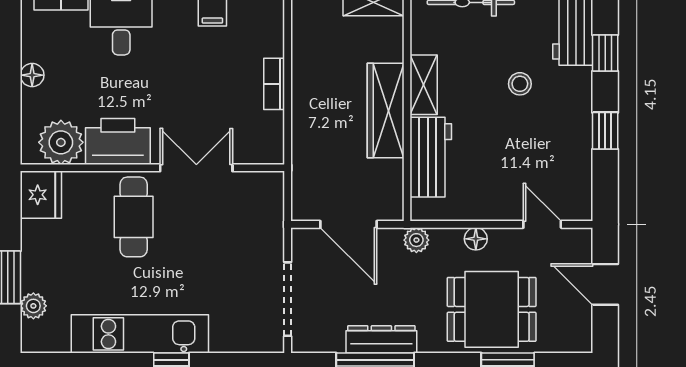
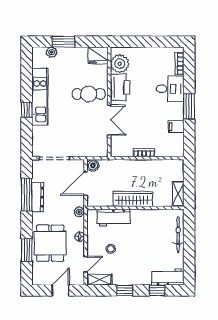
floor lamp: (32, 75) -> (148, 52), removed
stool: (520, 84) -> (111, 249), moved
shelving: (424, 85) -> (99, 280), moved
boiler: (305, 207) -> (93, 165), added

